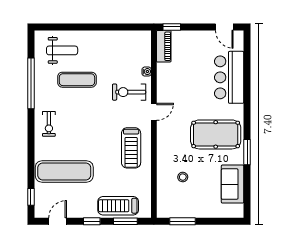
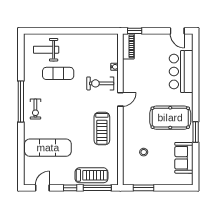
weight bench: (62, 50) -> (46, 50), turned 180
window: (31, 83) -> (21, 101), moved
window: (31, 197) -> (21, 168), removed
treadmill: (118, 206) -> (91, 175), turned 180
window: (125, 221) -> (97, 188), width x1.44

